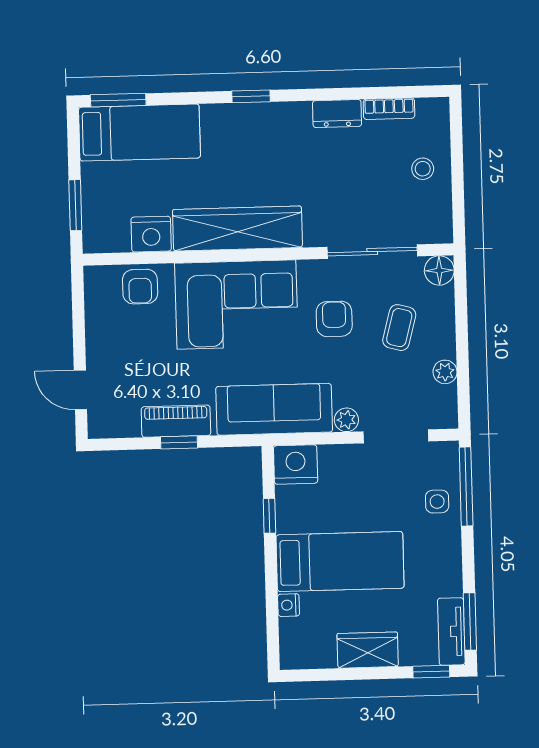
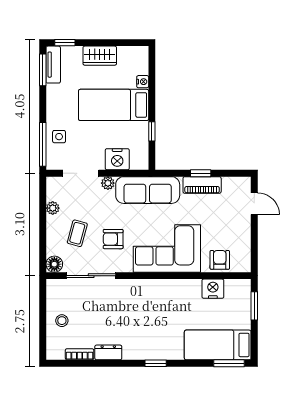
wardrobe: (237, 228) -> (165, 290), removed
armchair: (334, 319) -> (113, 239), turned 90
nightstand: (296, 464) -> (117, 159), moved

